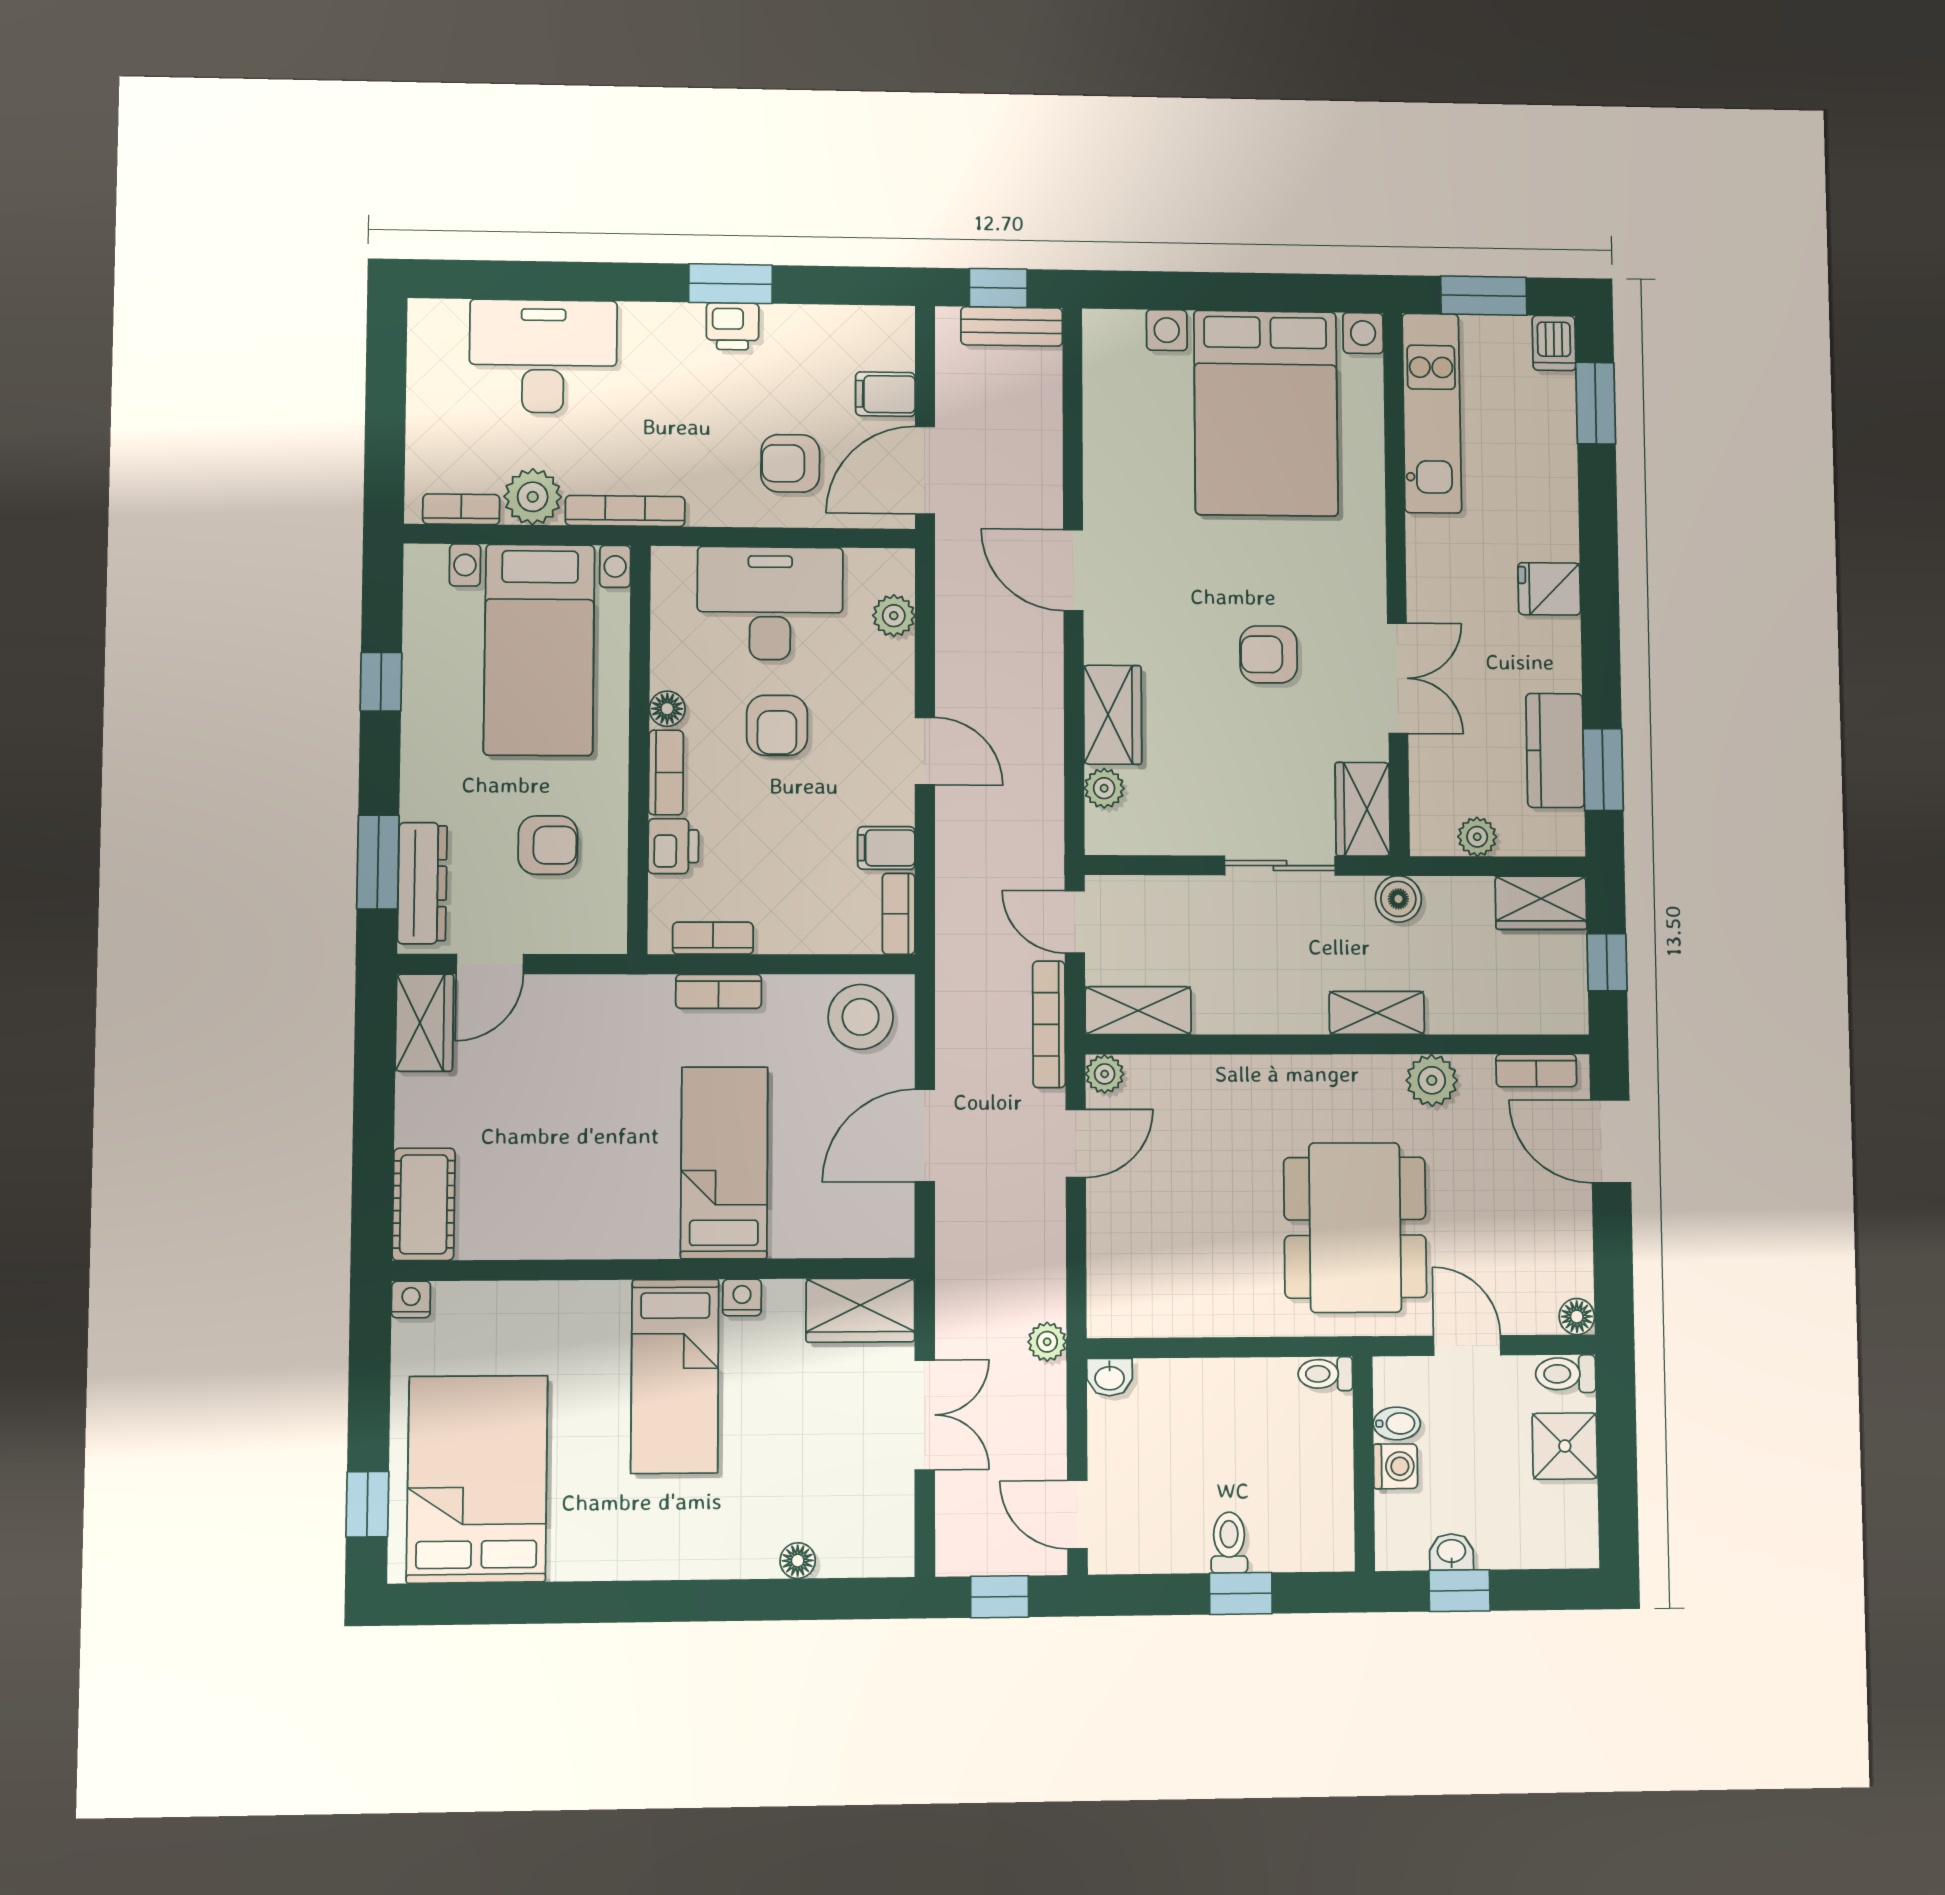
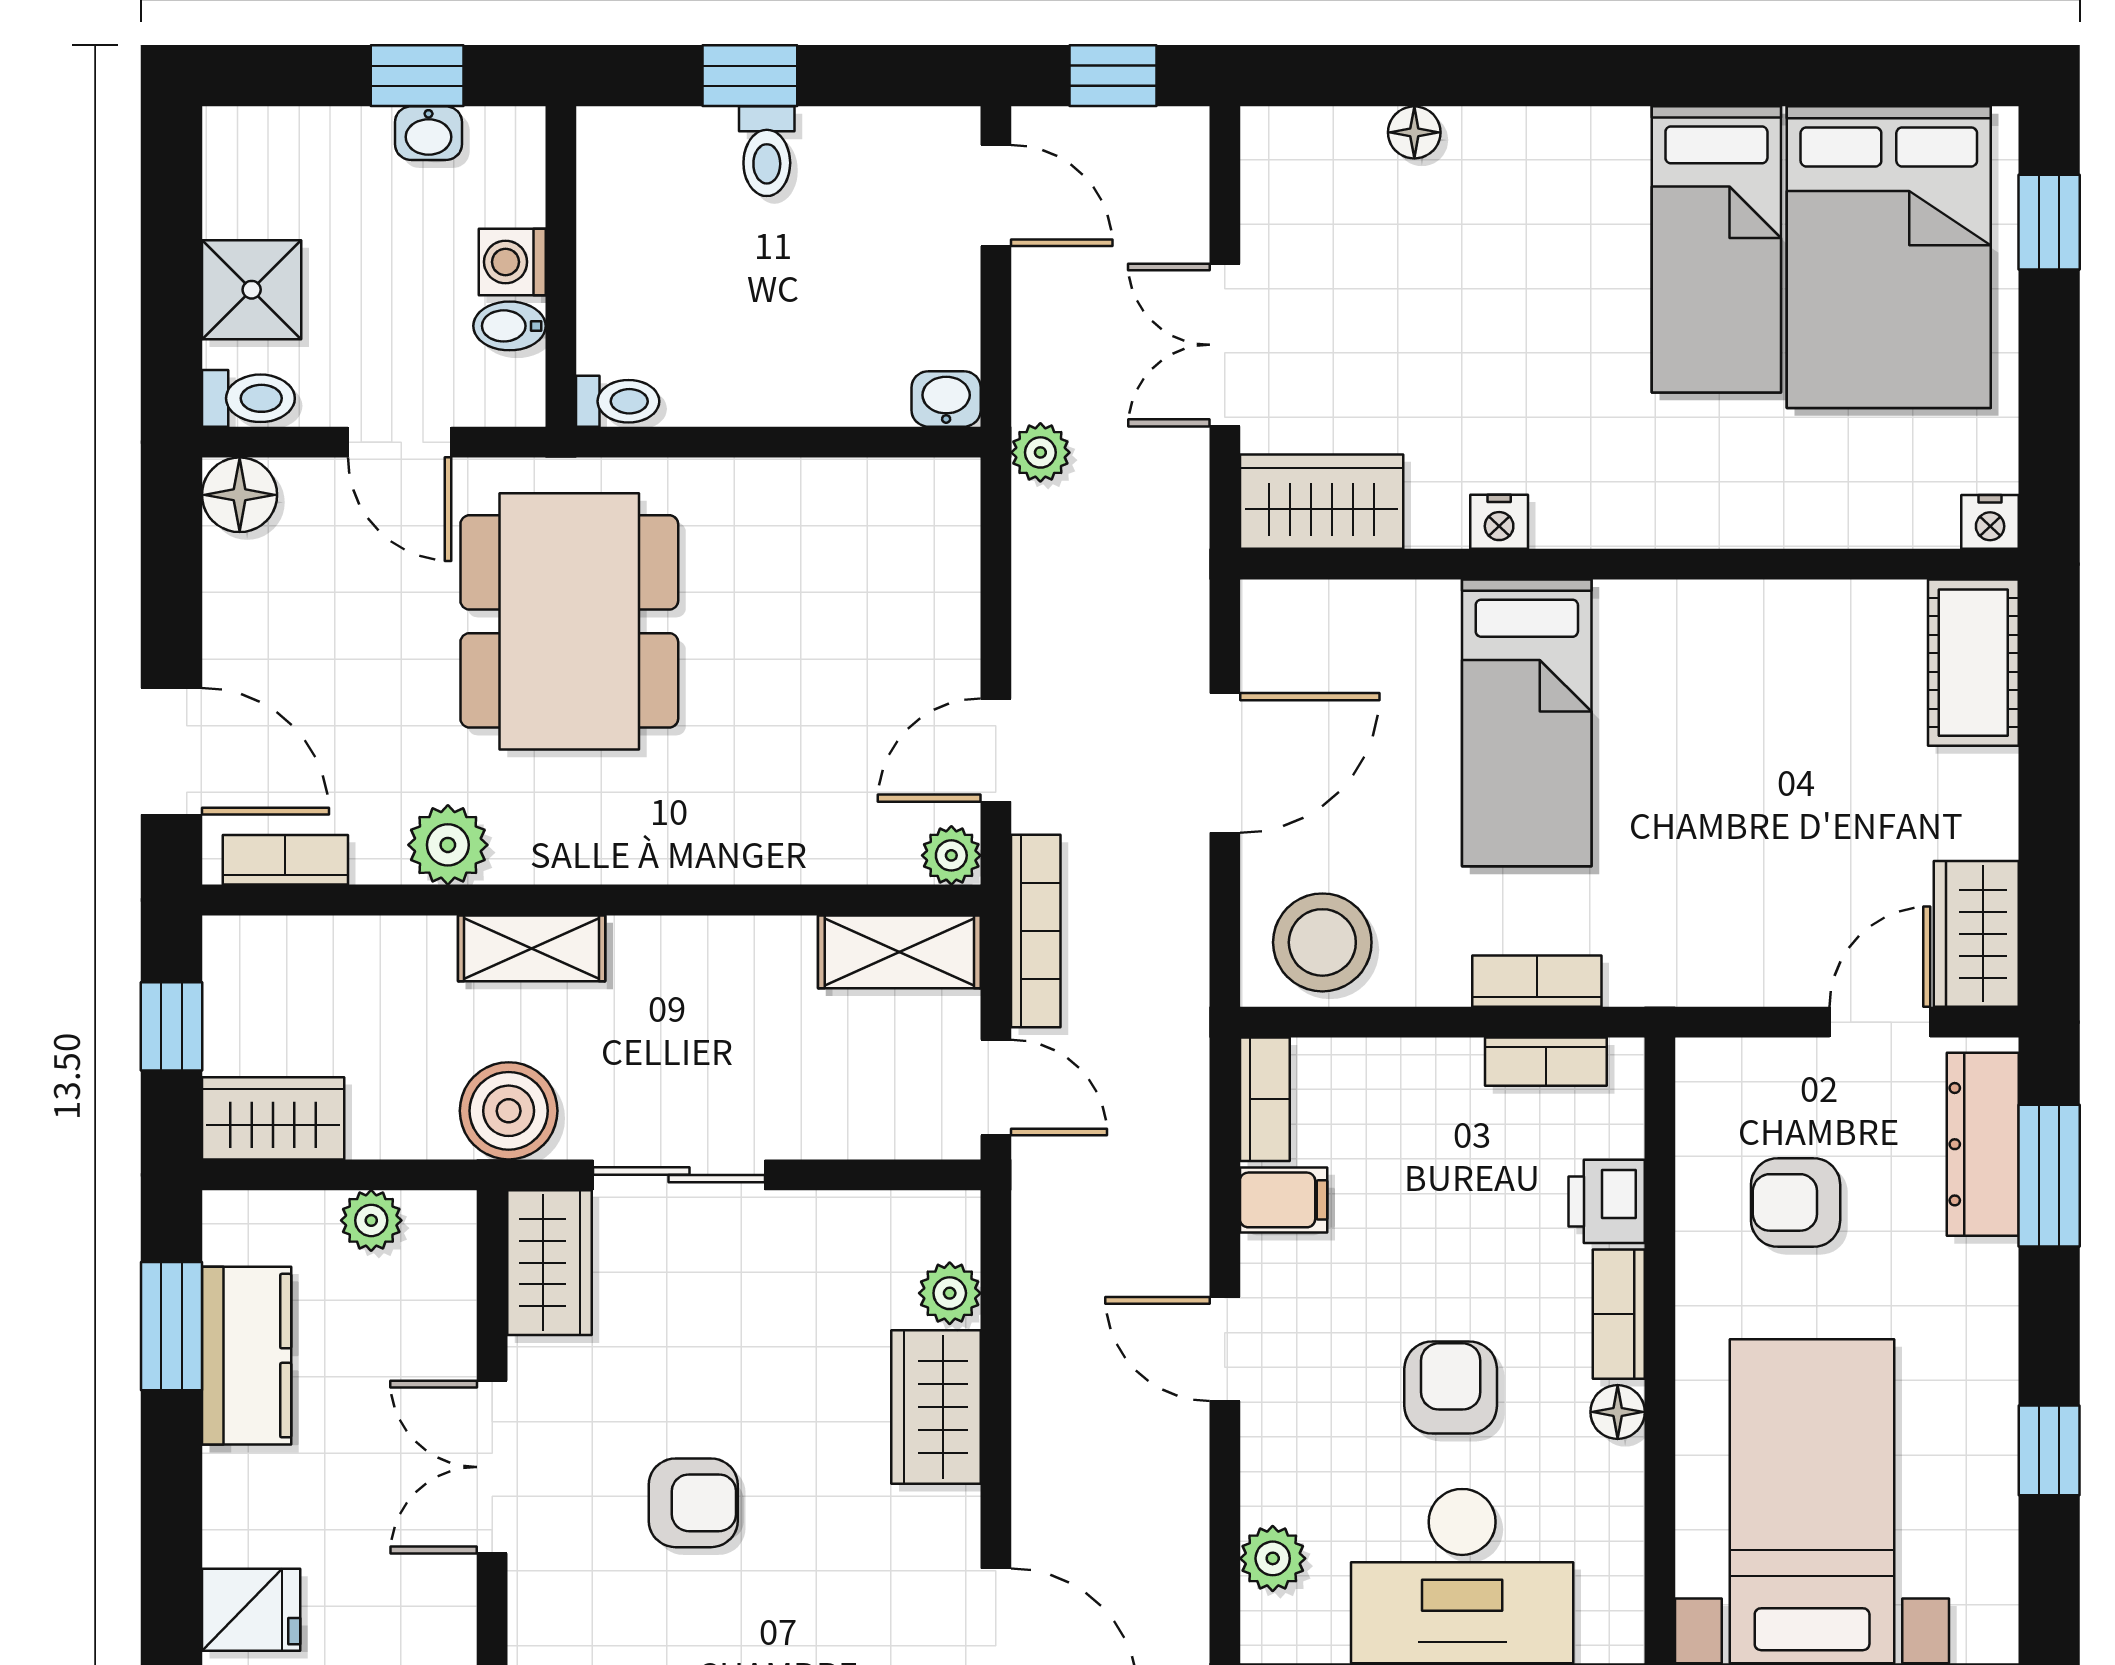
boiler: (1398, 899) -> (509, 1111), width x1.36, depth x1.36
floor lamp: (1577, 1317) -> (240, 495), width x1.37, depth x1.37
bed: (675, 1376) -> (1716, 249), moved, turned 180

